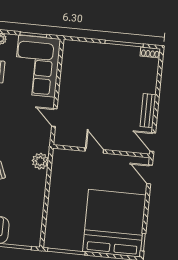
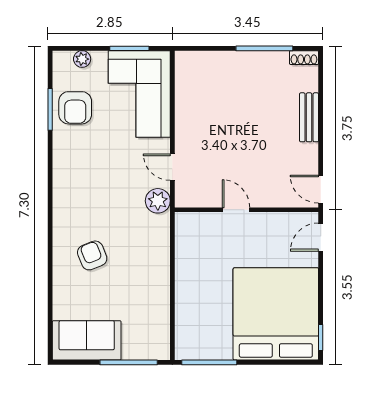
bench: (148, 111) -> (309, 117), moved
plant: (40, 161) -> (158, 201), moved
door: (150, 174) -> (321, 237), hinge flipped

